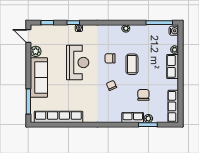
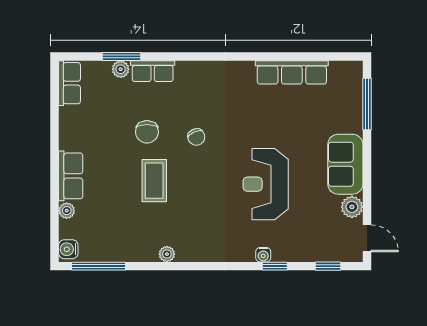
chair: (110, 58) -> (199, 193), removed
sofa: (39, 77) -> (345, 164), width x0.73
chair: (143, 95) -> (147, 132), moved
row of seats: (173, 106) -> (69, 83), width x0.68
row of seats: (58, 117) -> (292, 72), width x0.73

